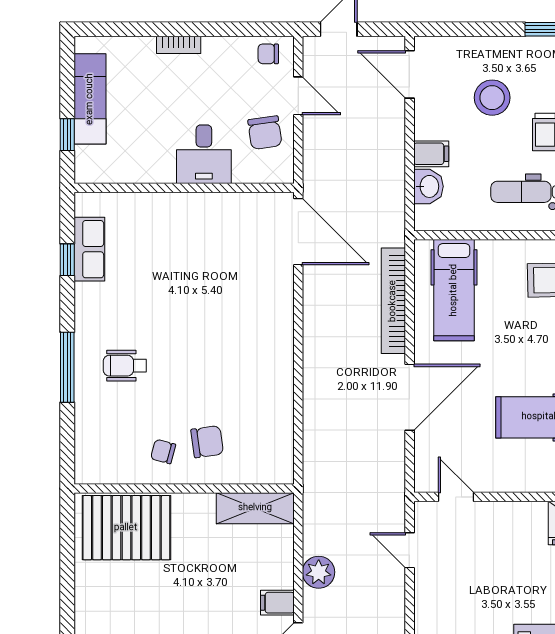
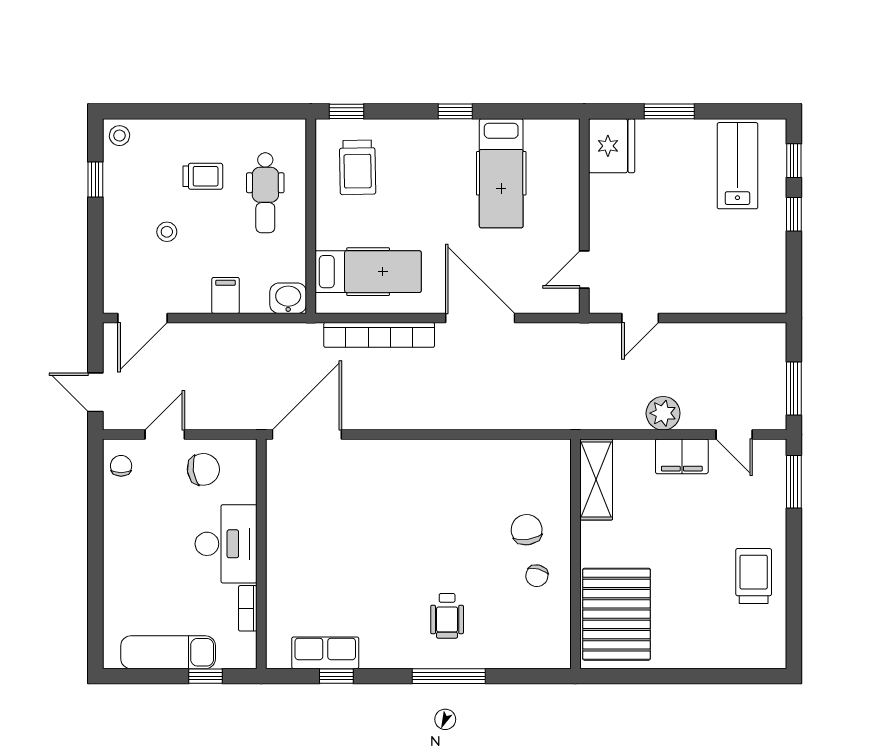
bookcase: (179, 45) -> (248, 608), moved, turned 180
chair: (268, 54) -> (121, 466), turned 180
stool: (492, 98) -> (167, 232), width x0.53, depth x0.53
desk: (204, 154) -> (226, 544), width x1.37
washbasin: (428, 186) -> (288, 298), moved
filing cabinet: (277, 603) -> (682, 456), width x2.00

